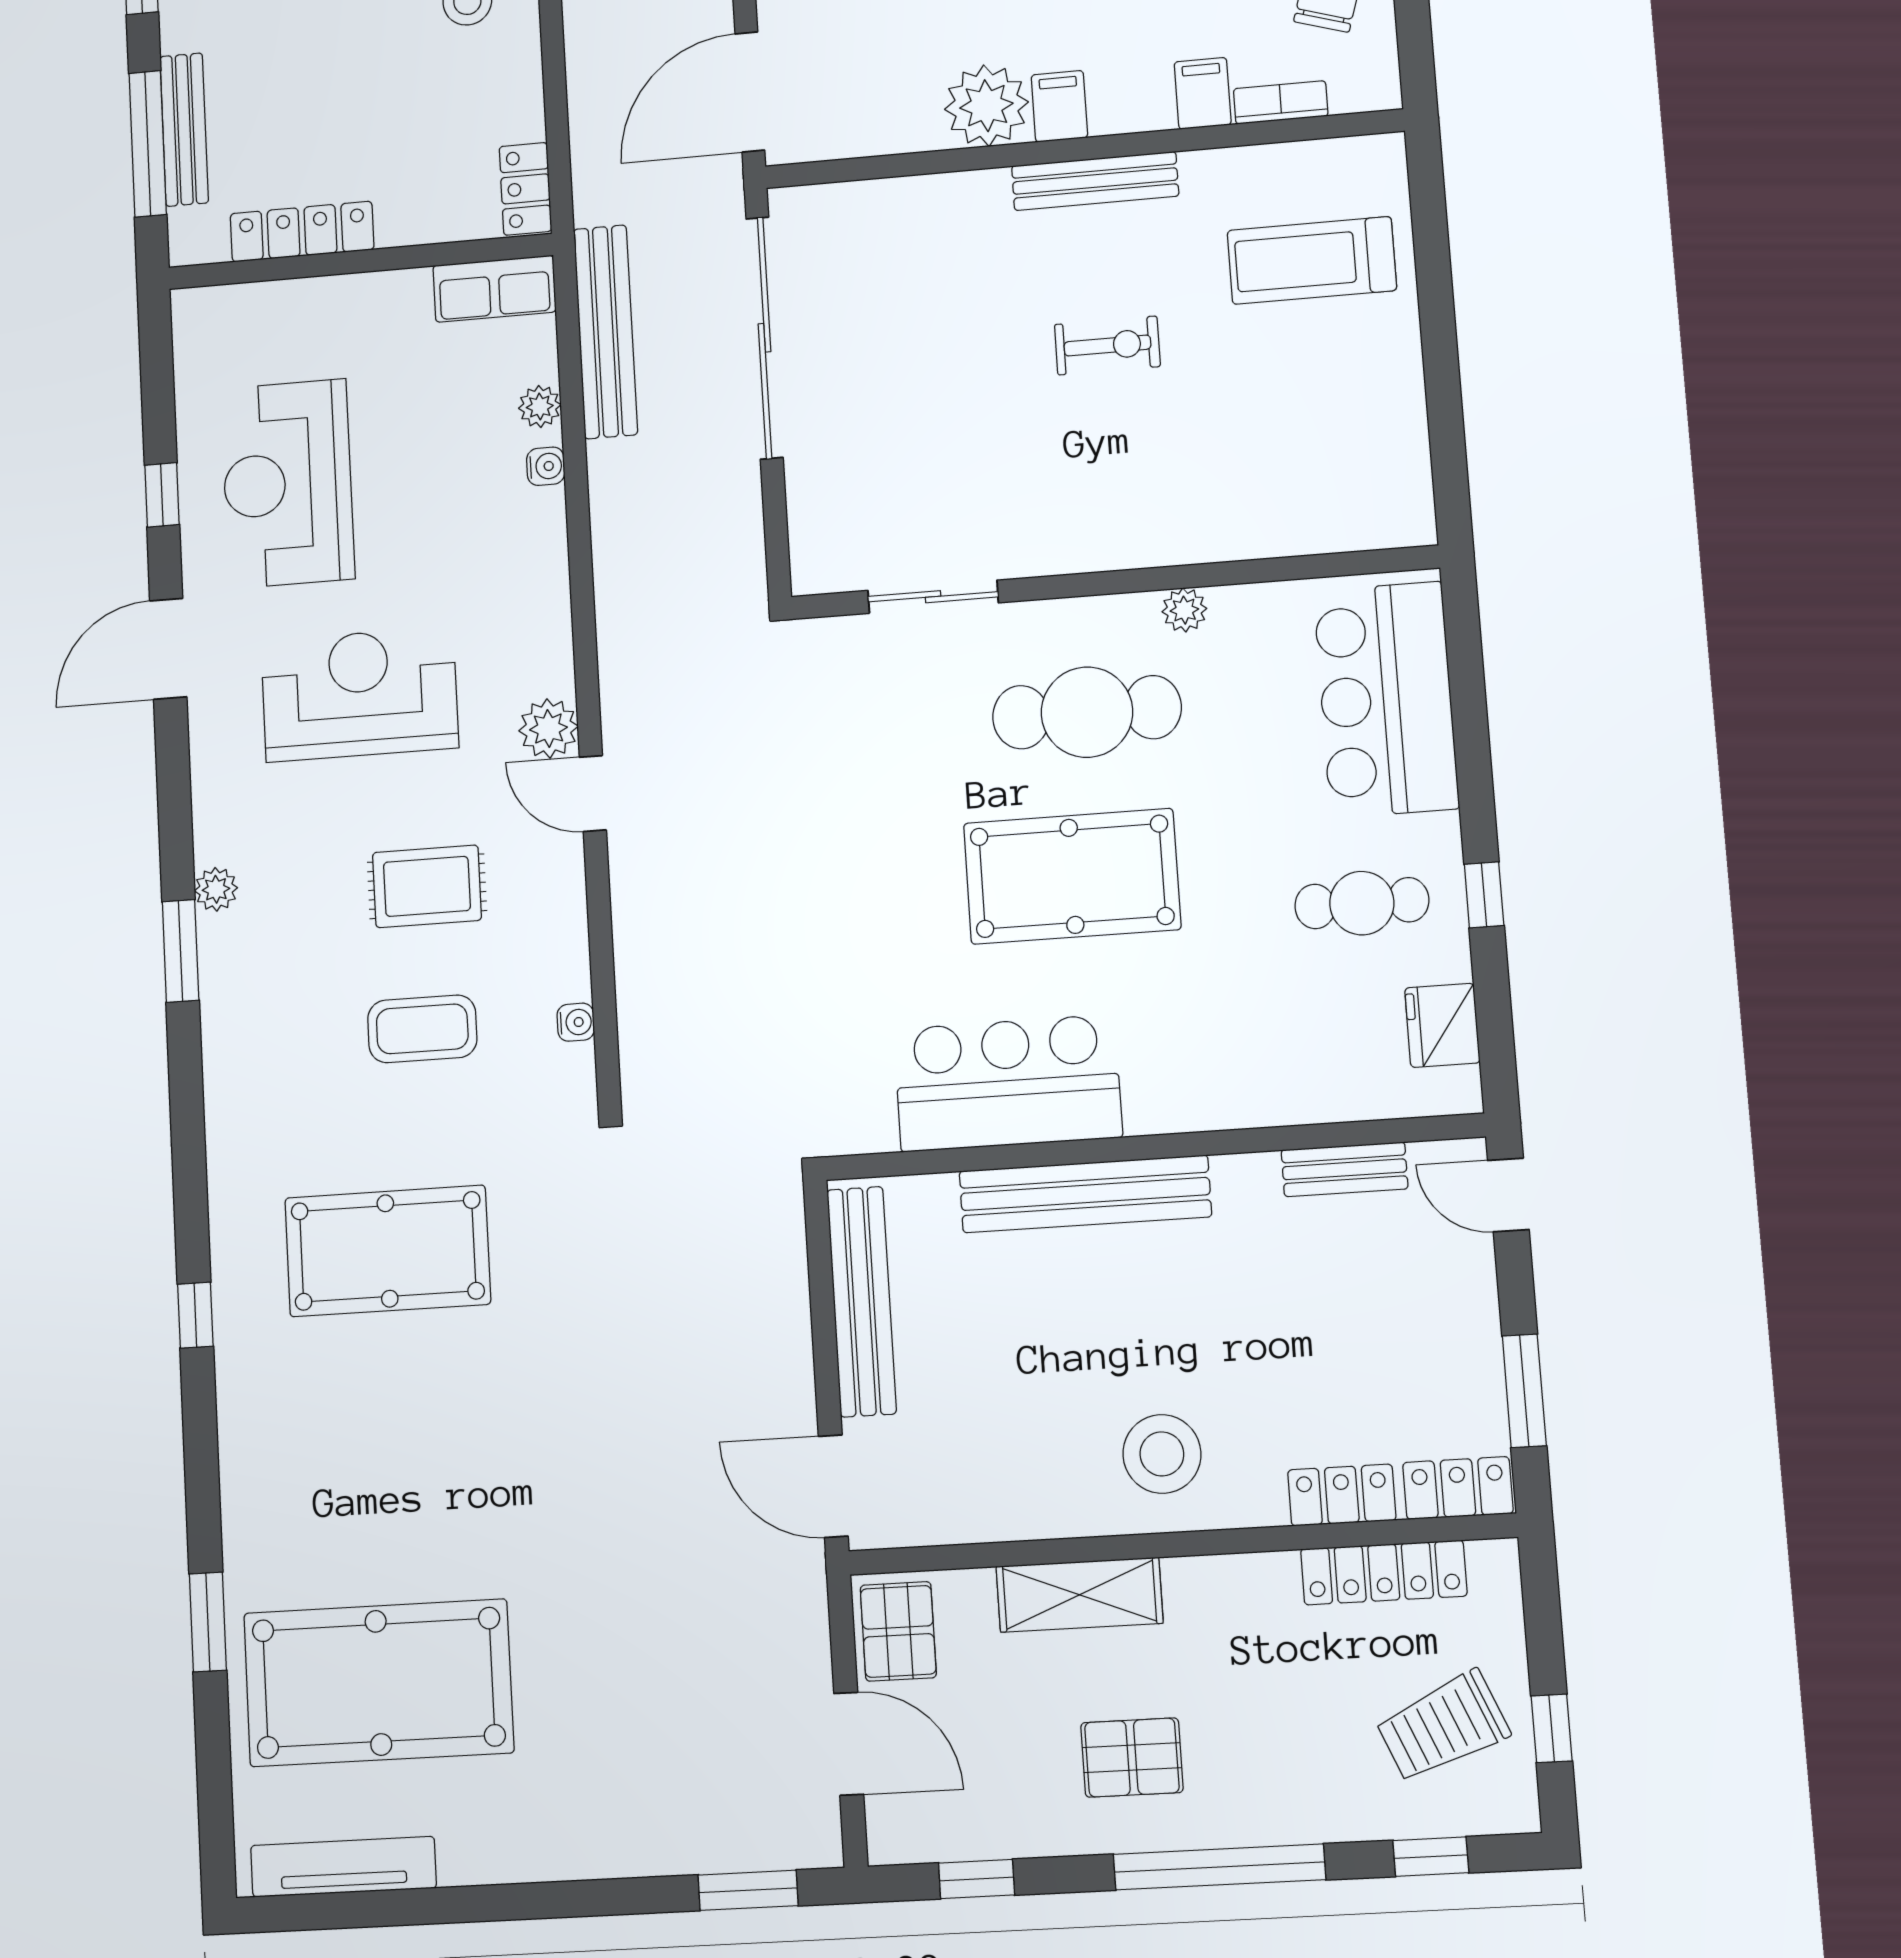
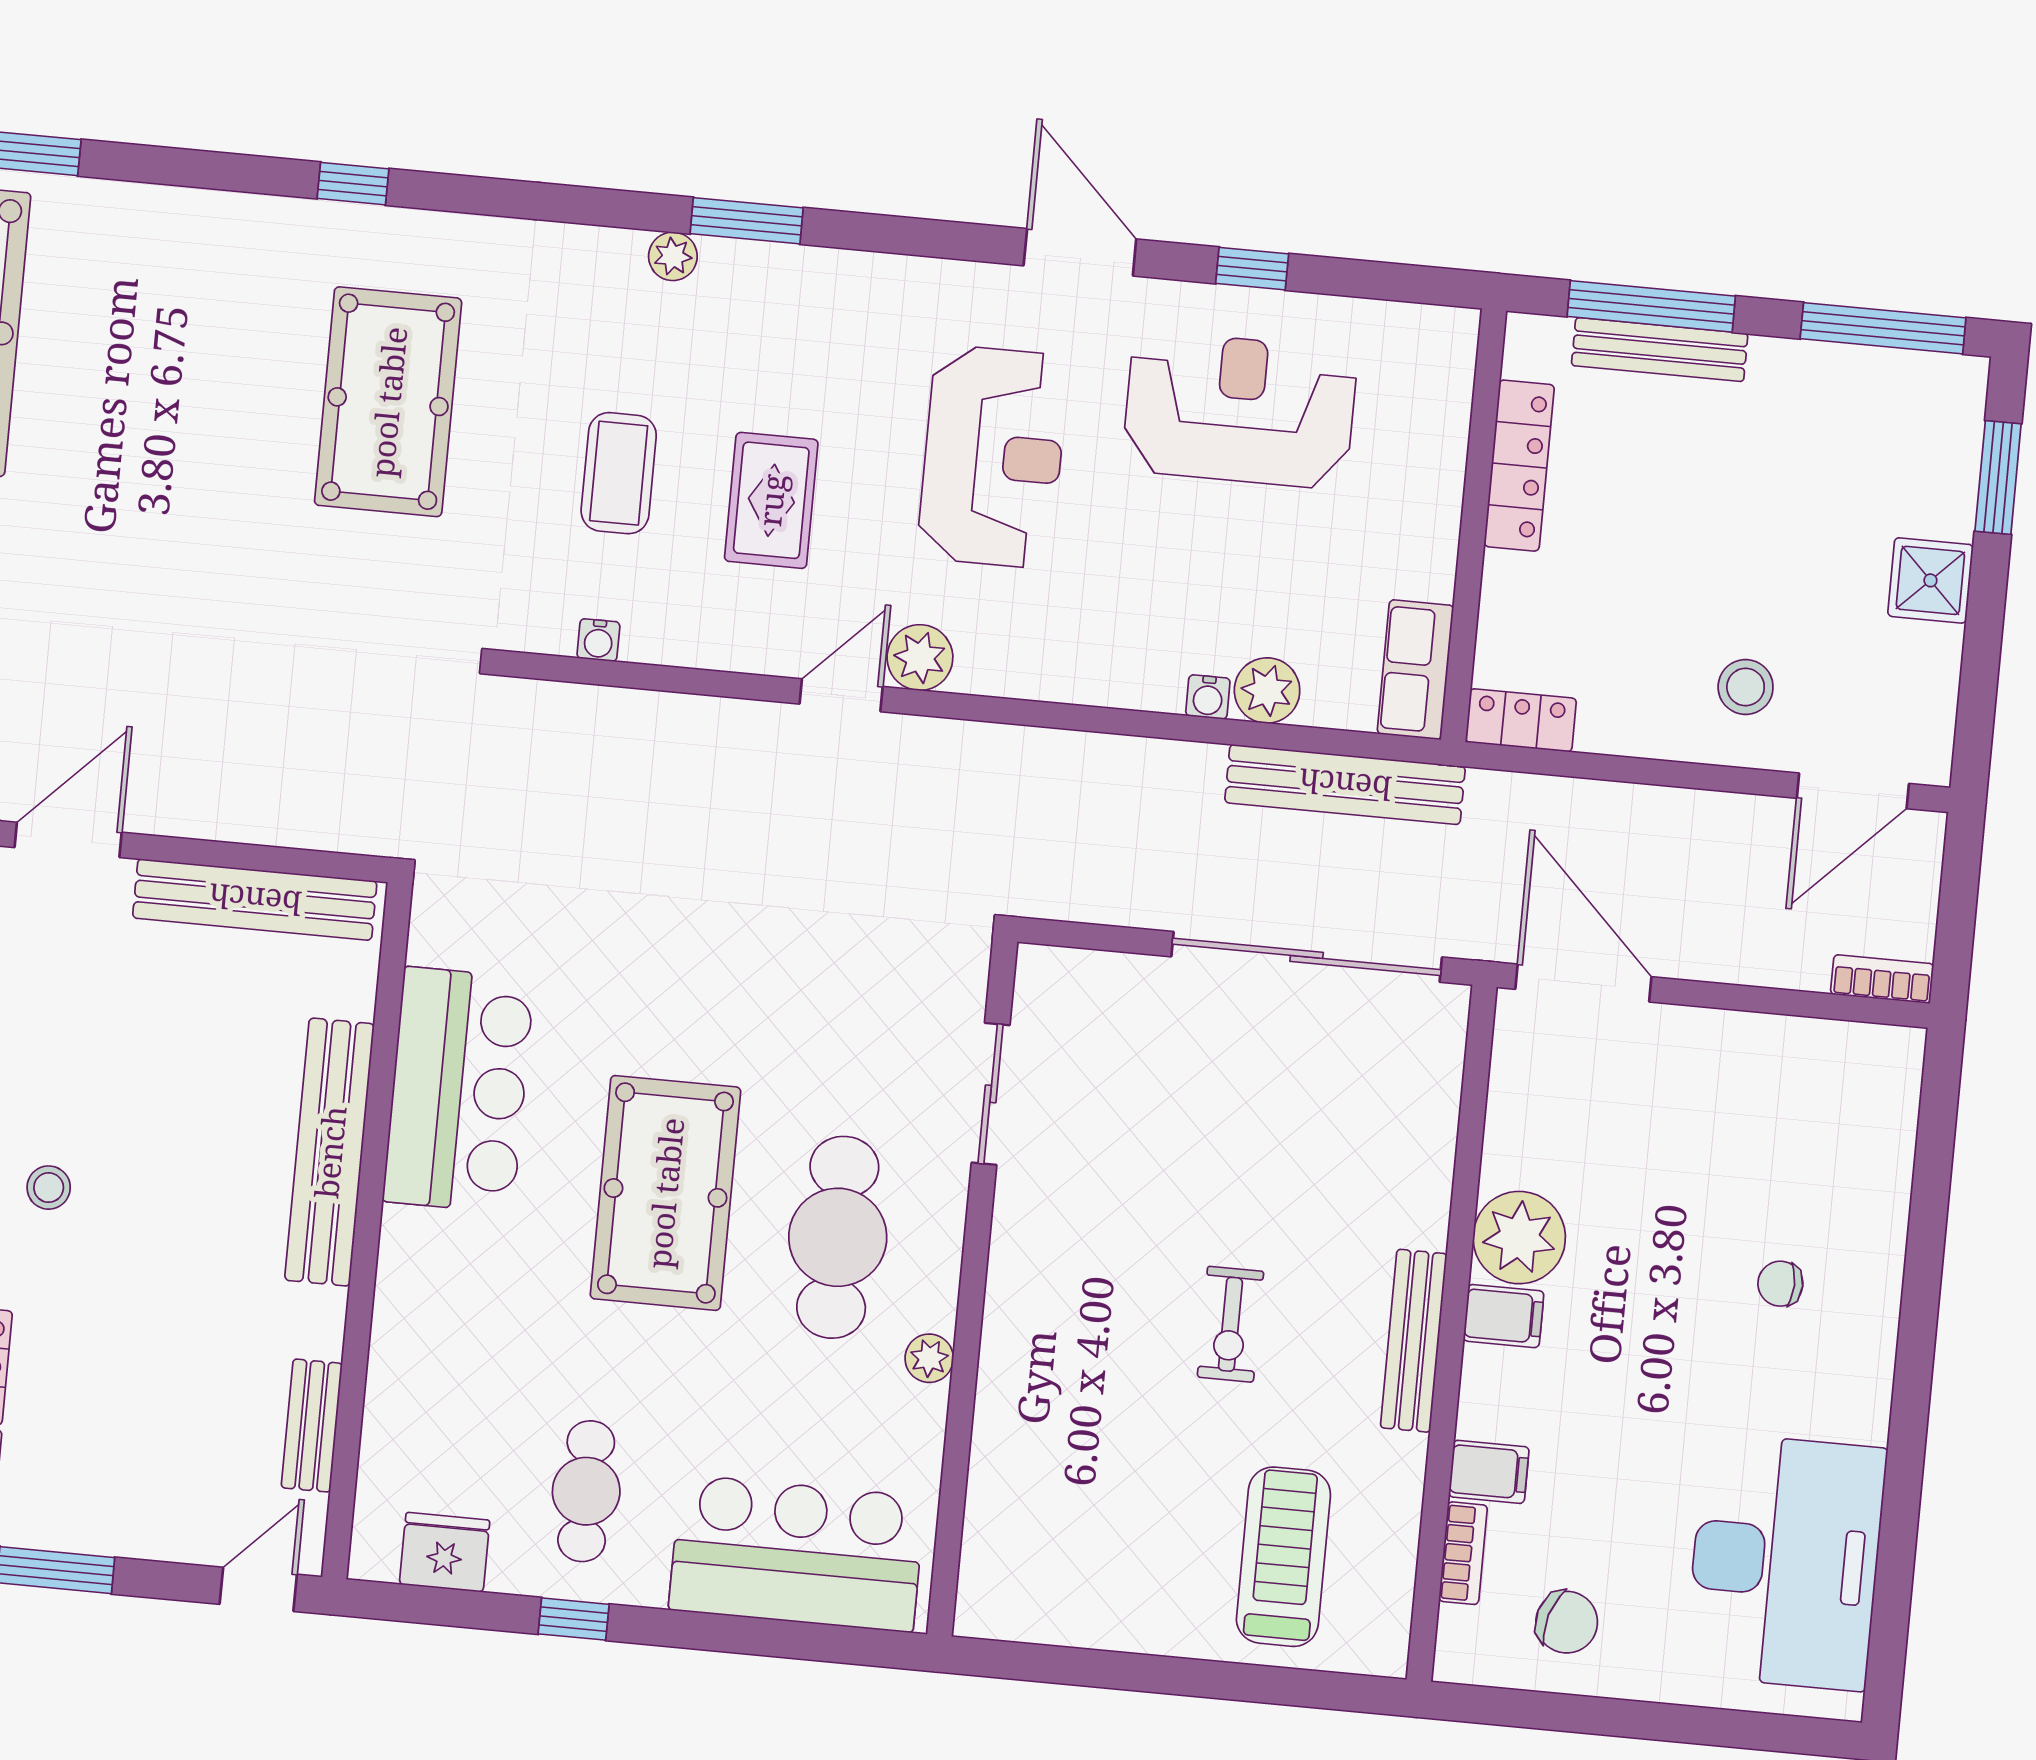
plant: (540, 407) -> (1267, 690), width x1.38, depth x1.38
plant: (216, 889) -> (673, 256), moved
stool: (1162, 1454) -> (49, 1188), width x0.53, depth x0.53

